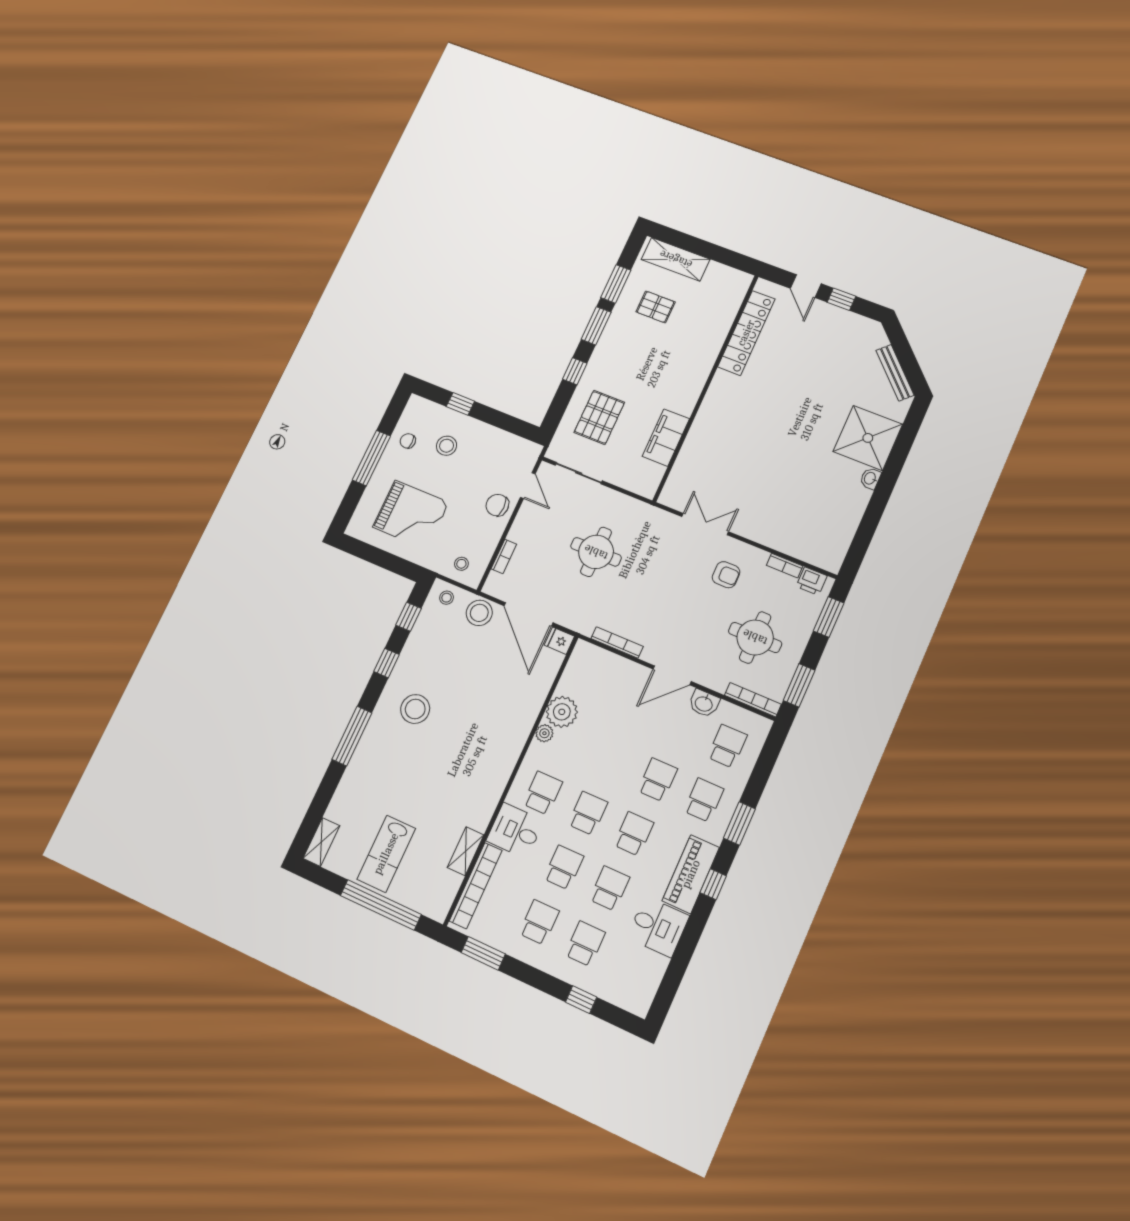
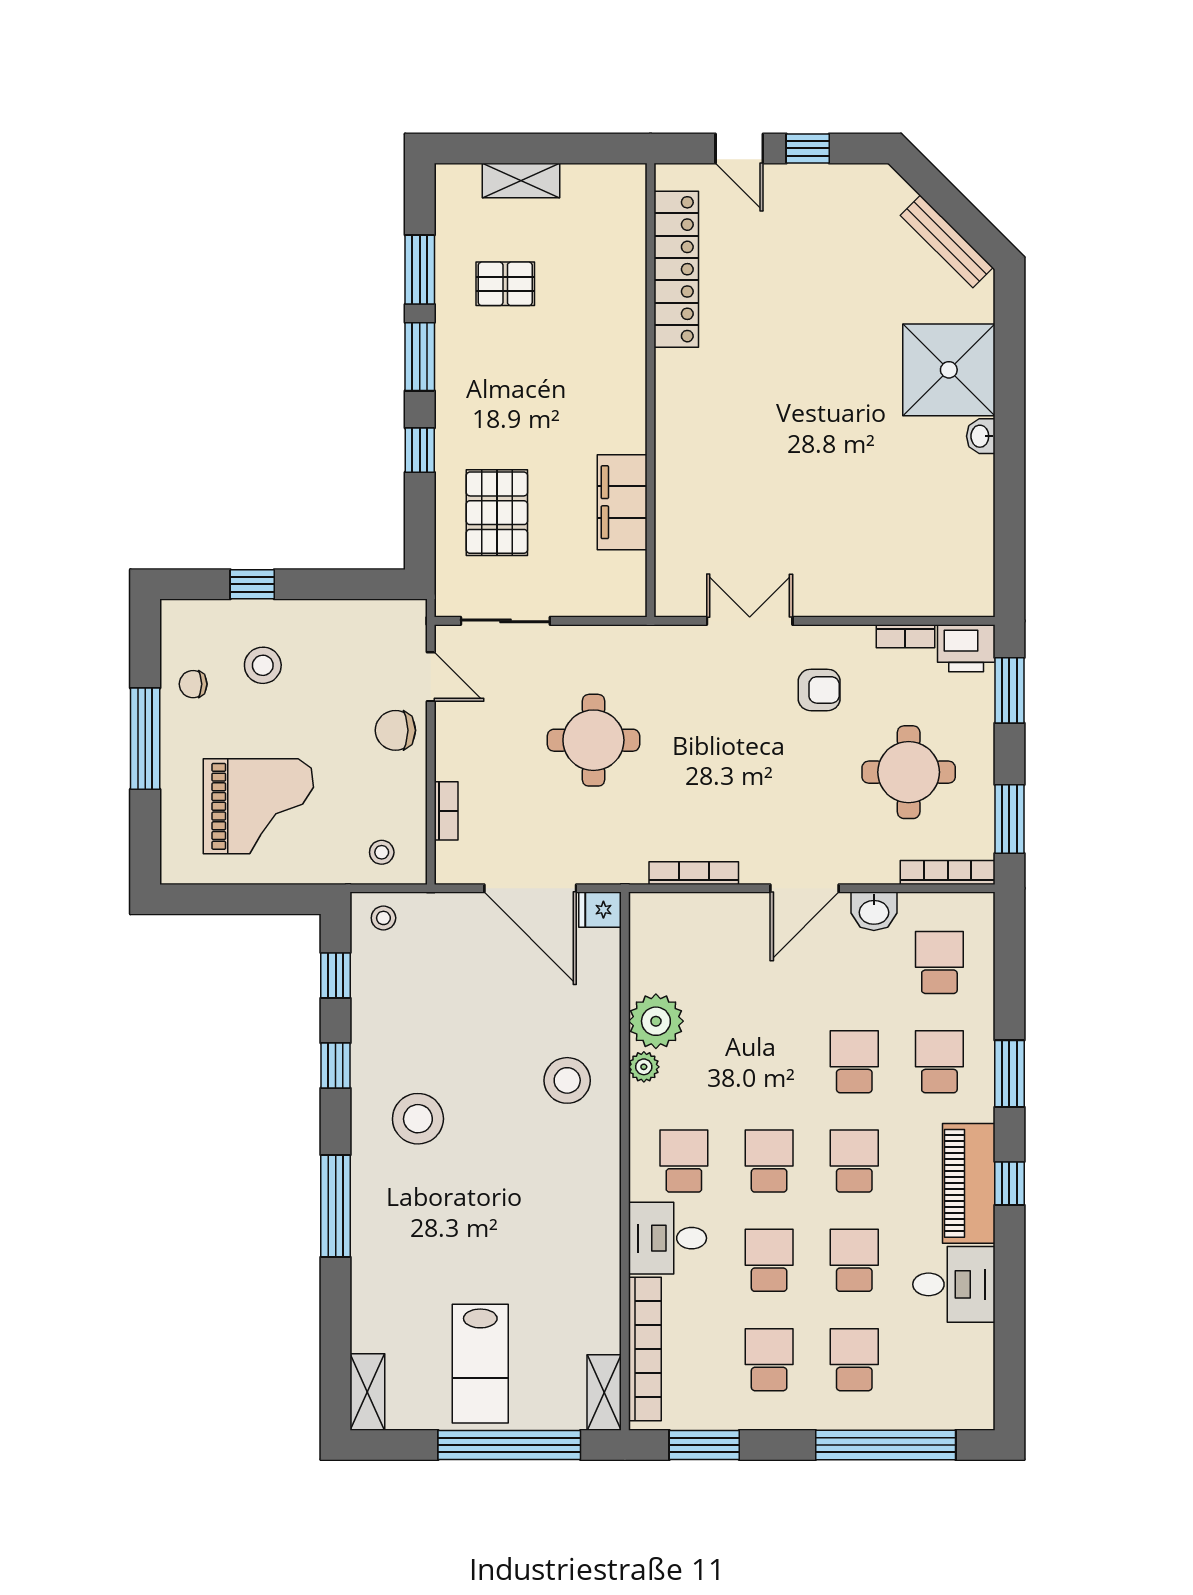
shelving: (676, 259) -> (521, 181), width x0.67, depth x0.75
printer: (812, 581) -> (966, 648), width x1.36, depth x1.24
stool: (479, 613) -> (567, 1080), moved
shelving: (466, 851) -> (604, 1392), moved
window: (581, 1000) -> (886, 1445), width x3.17

